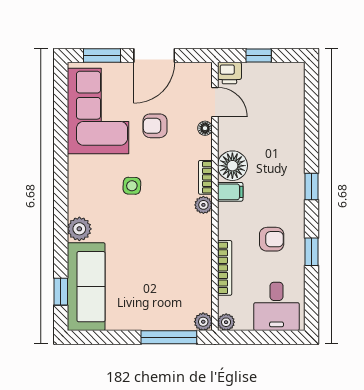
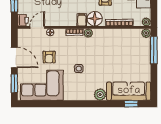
floor lamp: (232, 166) -> (95, 19), moved

